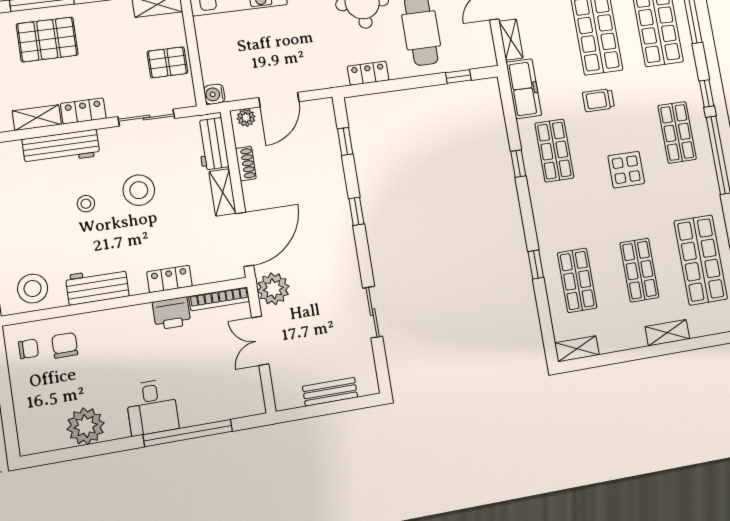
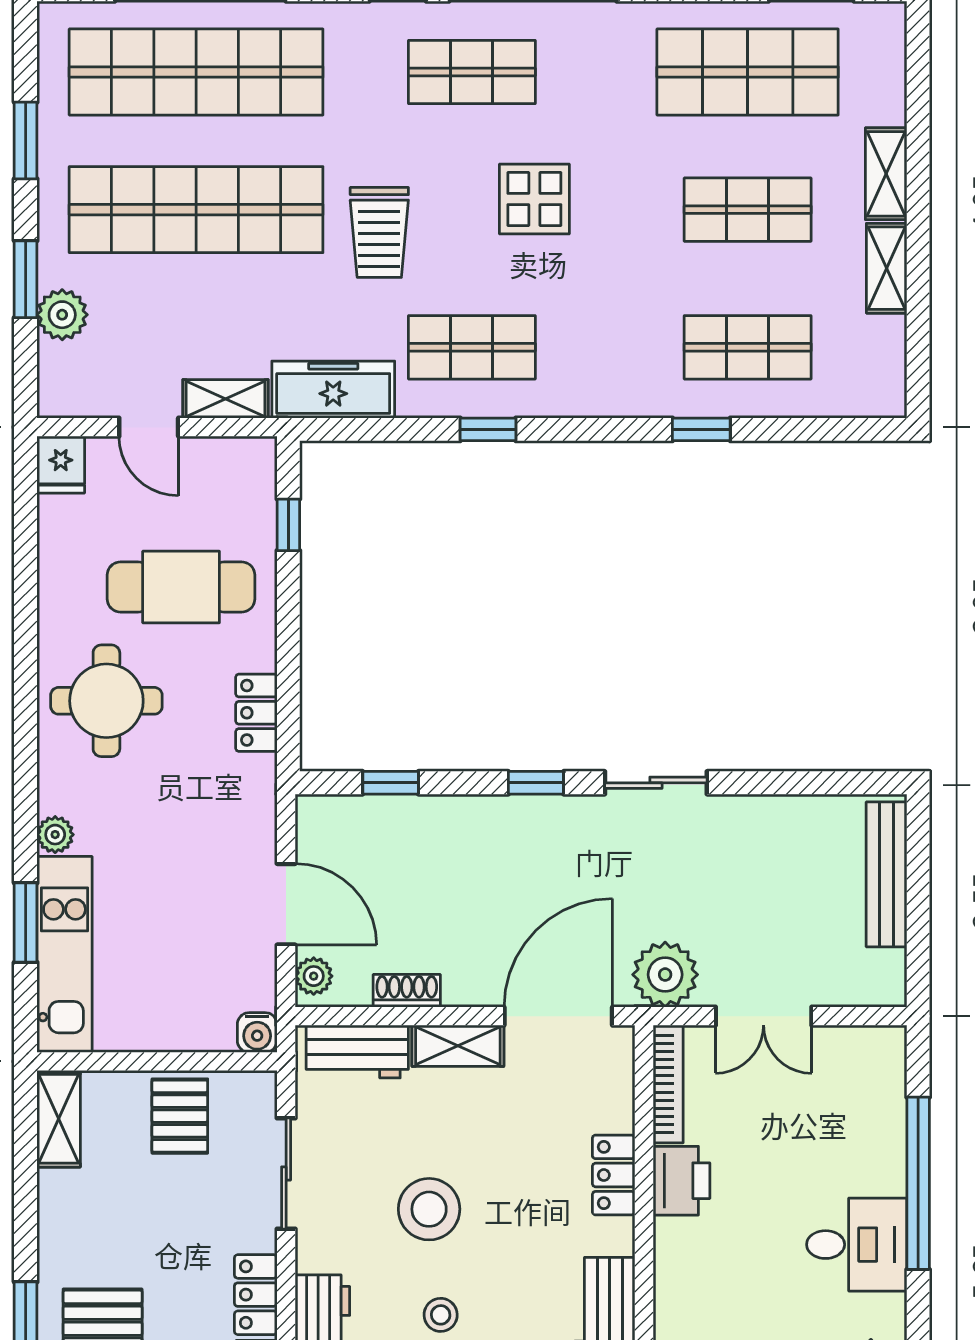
trolley: (598, 100) -> (379, 232), width x1.36, depth x1.39
door: (245, 239) -> (558, 1016), hinge flipped
sliding door: (373, 312) -> (656, 783), moved
shelving: (577, 349) -> (887, 268), moved
bench: (330, 392) -> (886, 874), width x1.36

